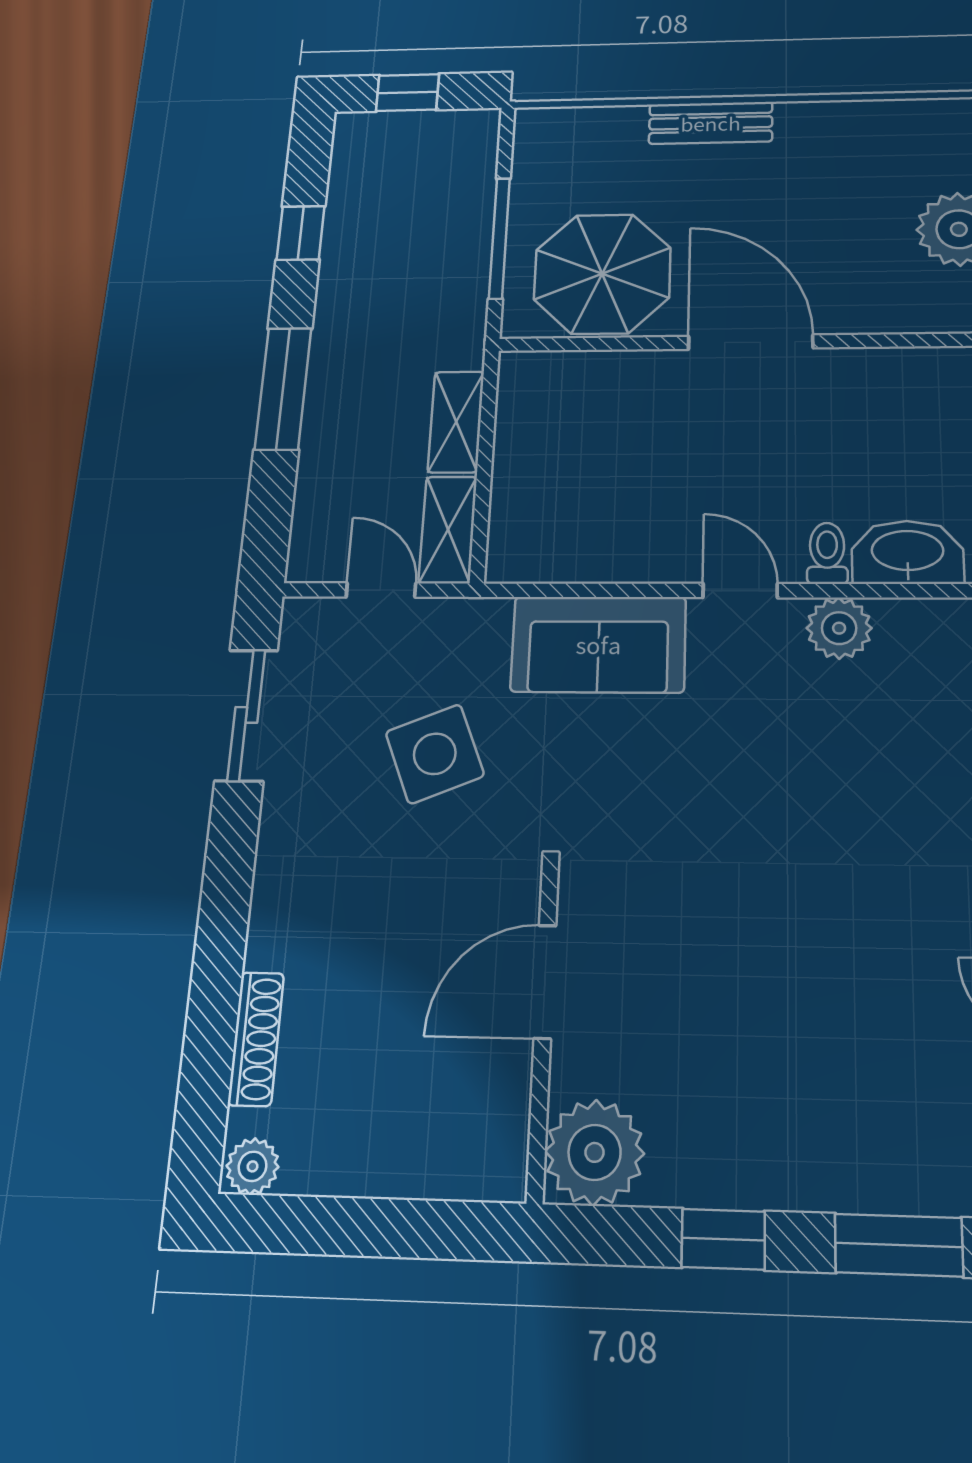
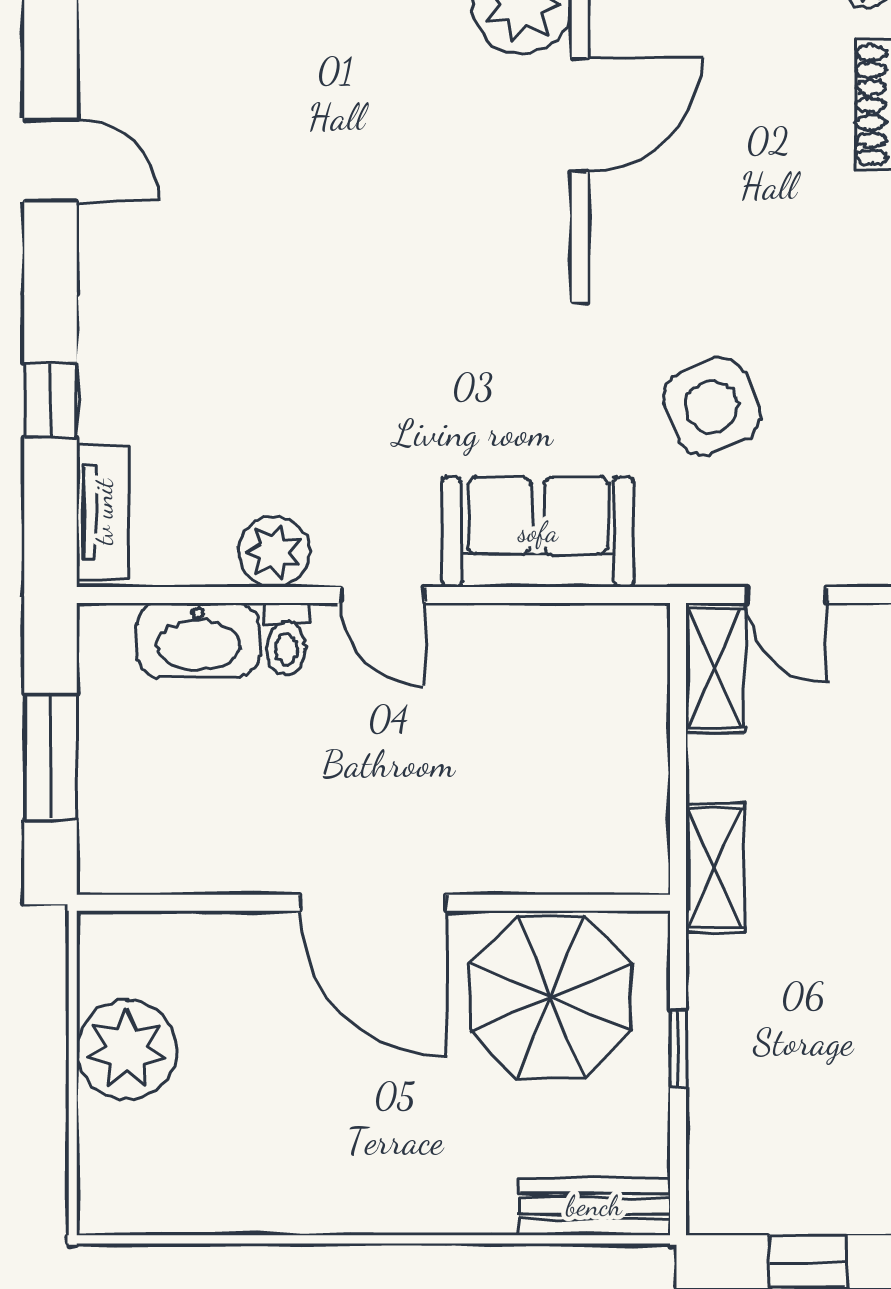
bench: (711, 123) -> (594, 1206), moved
window: (499, 238) -> (678, 1048), width x0.46
shelving: (456, 422) -> (715, 868), moved
door: (545, 982) -> (580, 115), moved

